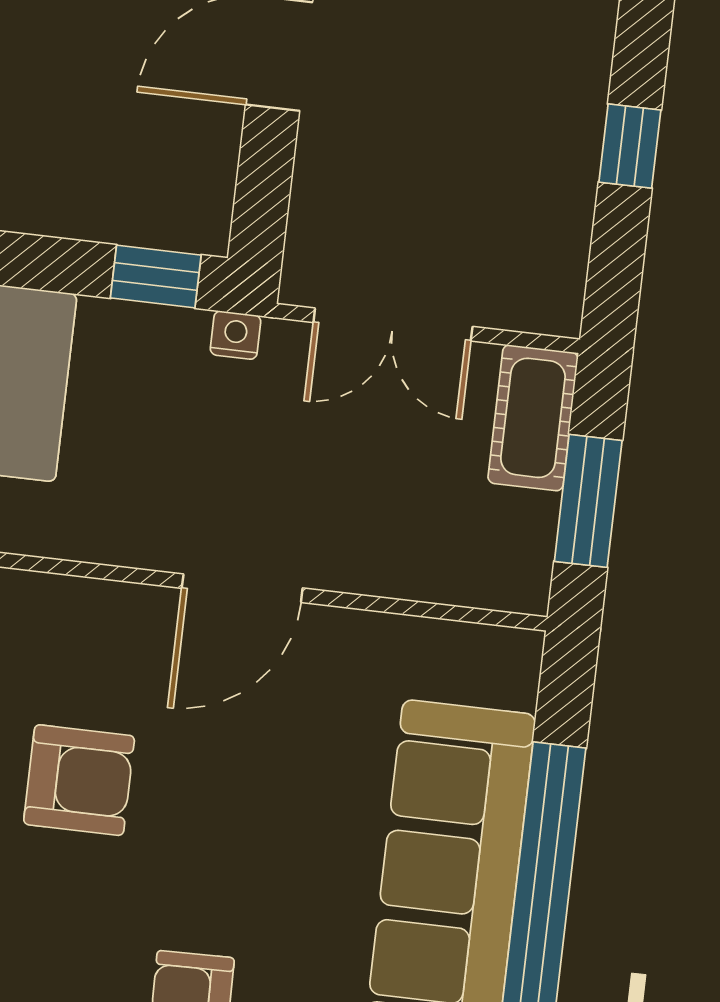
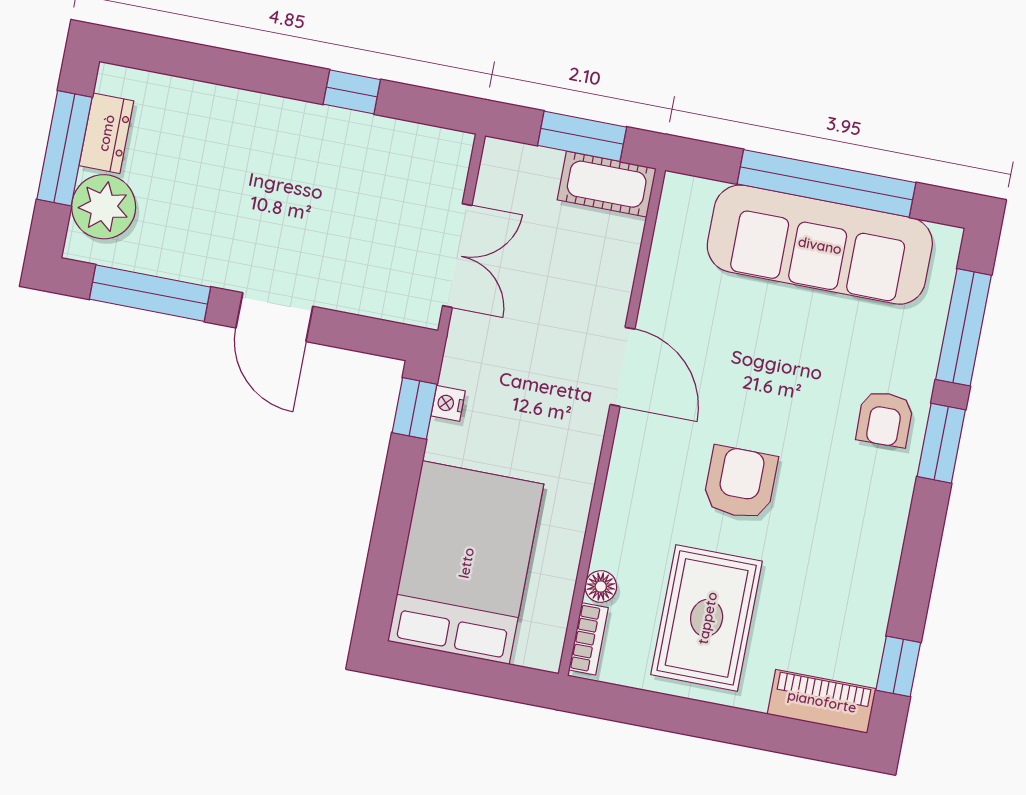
nightstand: (236, 335) -> (448, 403), moved
cot: (533, 418) -> (607, 184), moved

